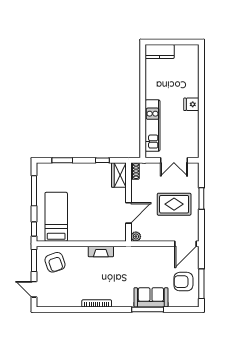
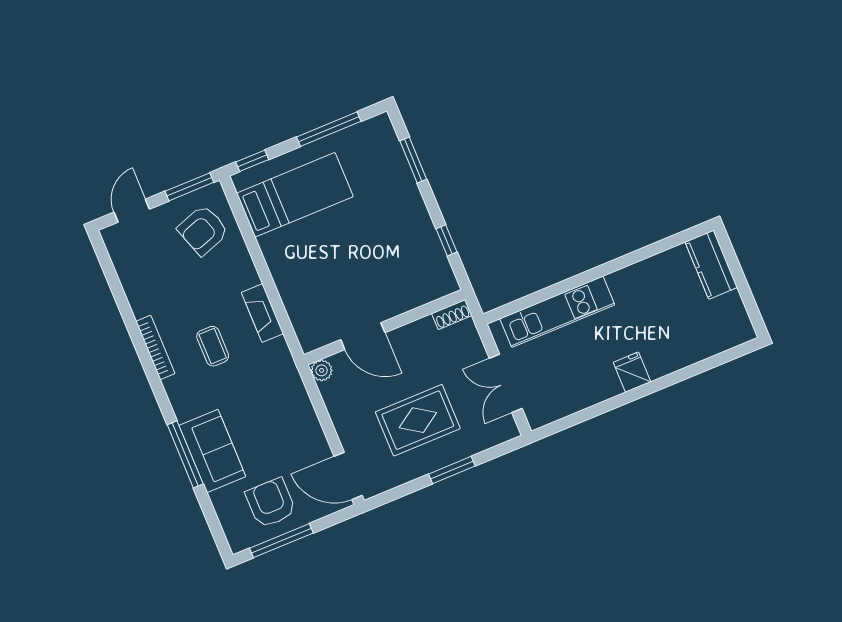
wardrobe: (119, 175) -> (431, 286), removed
rug: (174, 204) -> (418, 420), turned 90
coffee table: (106, 279) -> (213, 346), added

